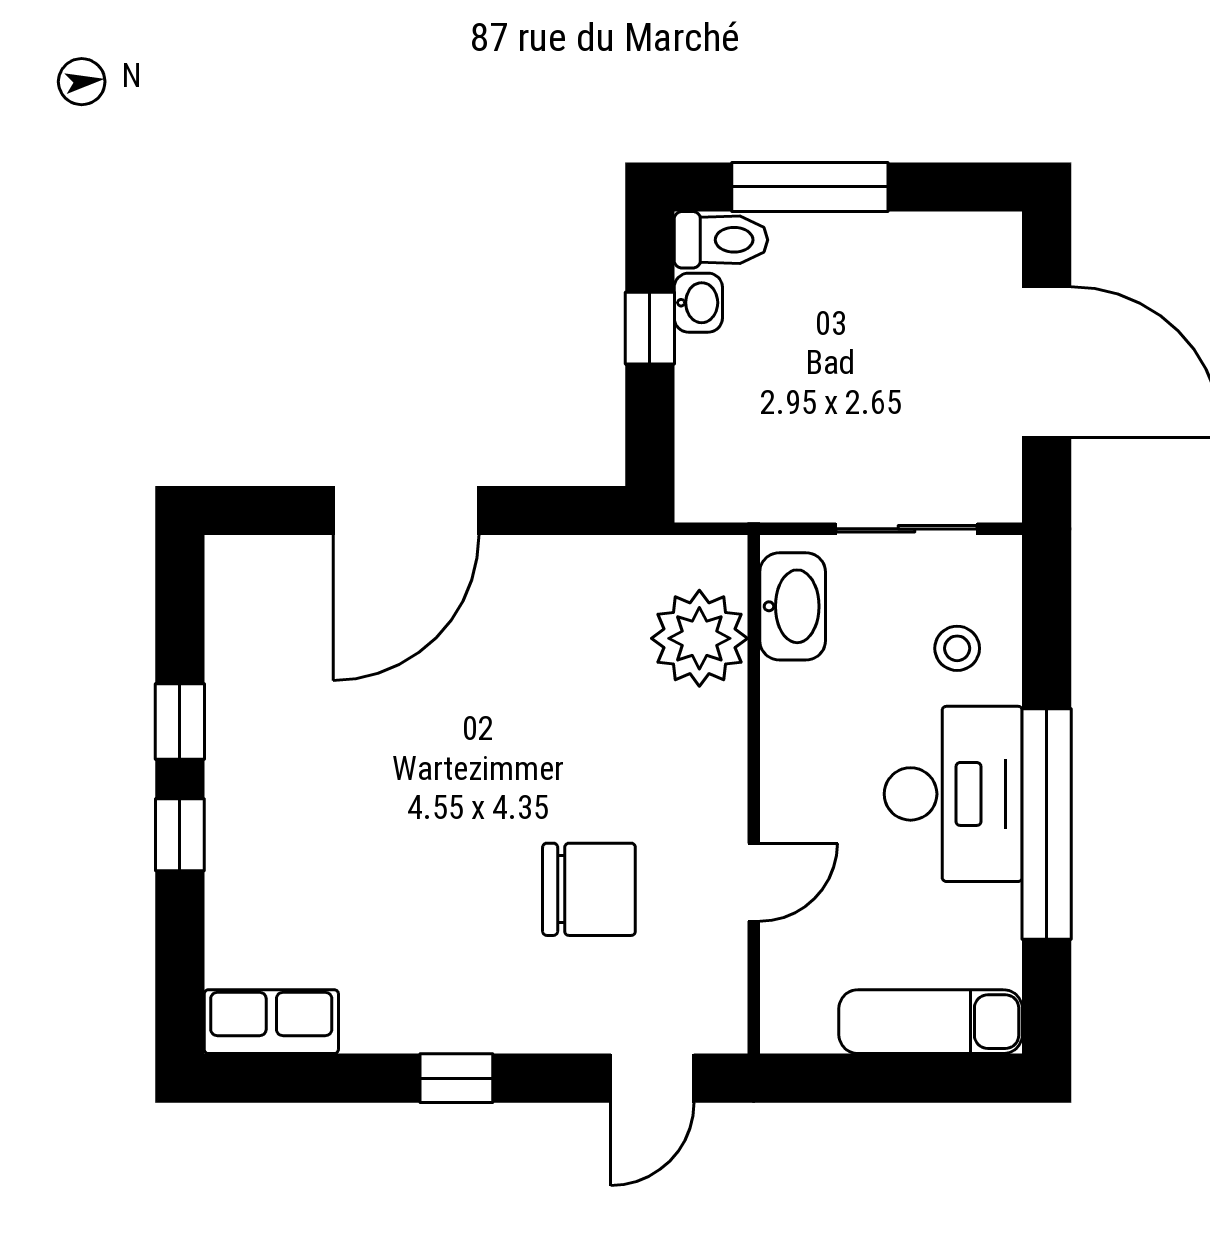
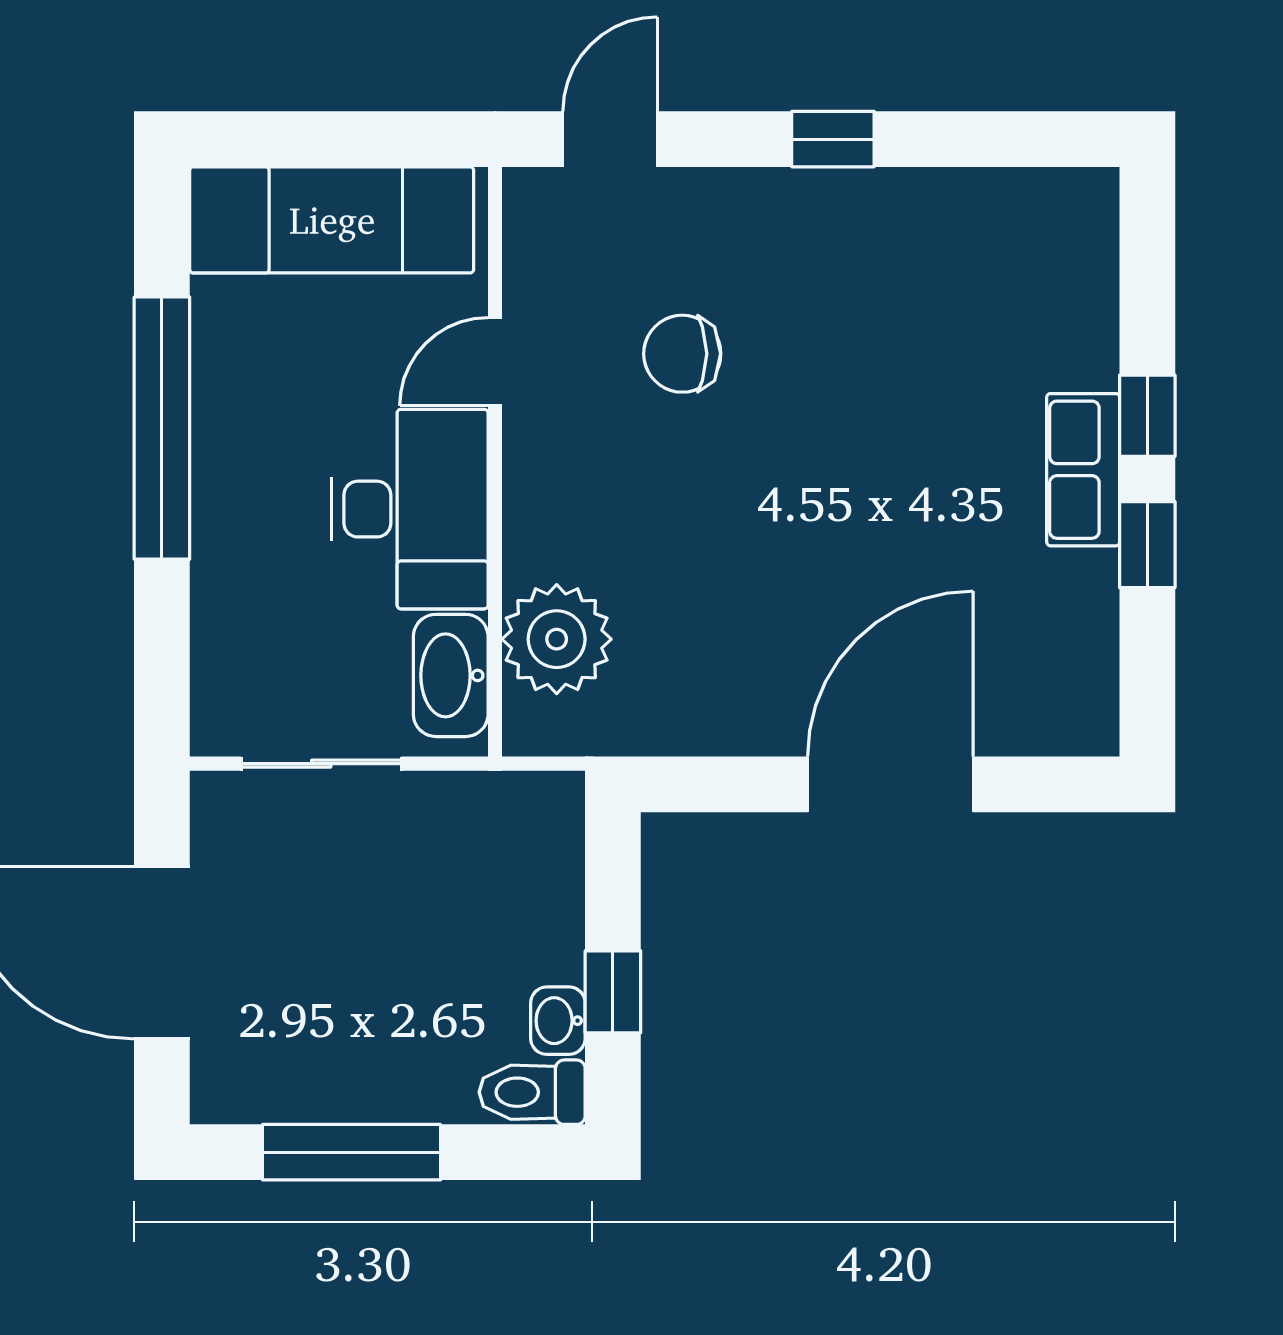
window: (810, 187) -> (351, 1152), moved
stool: (957, 648) -> (264, 628), removed
desk: (953, 794) -> (410, 509), moved, turned 180
chair: (589, 889) -> (682, 354), width x0.73, depth x0.73
row of seats: (271, 1022) -> (1083, 470), moved, turned 90
exam couch: (931, 1022) -> (332, 220), width x1.36, depth x1.45

